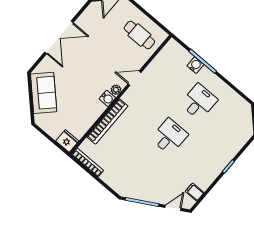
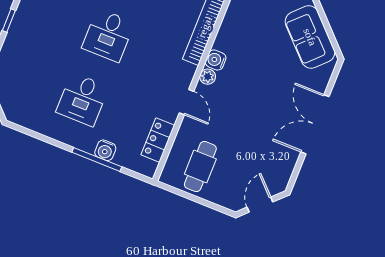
cafe table: (139, 35) -> (200, 167), turned 90
locker: (160, 61) -> (158, 140), added
door: (134, 78) -> (186, 102), hinge flipped

